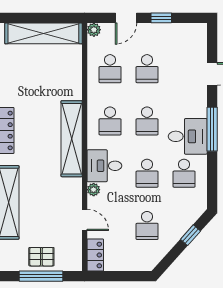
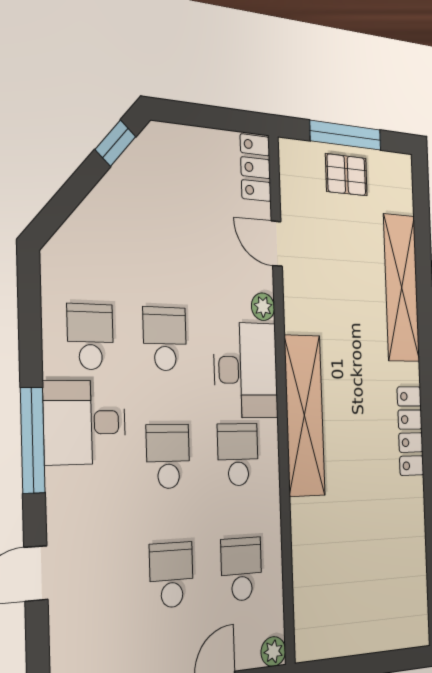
shelving: (43, 33) -> (359, 633), removed
desk: (104, 166) -> (246, 370), width x1.37
school desk: (147, 225) -> (162, 222), removed
window: (190, 235) -> (115, 143), moved

